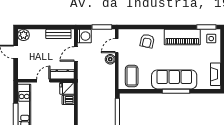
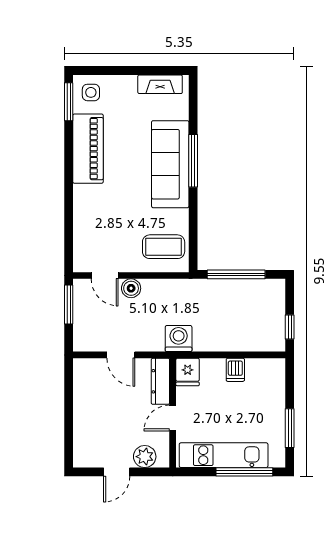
bench: (58, 34) -> (82, 389), removed
plant: (24, 35) -> (145, 457), moved
washing machine: (84, 36) -> (179, 339), moved
armchair: (147, 41) -> (96, 217), removed
door: (43, 81) -> (173, 418), hinge flipped
dishwasher: (68, 100) -> (235, 370), moved

